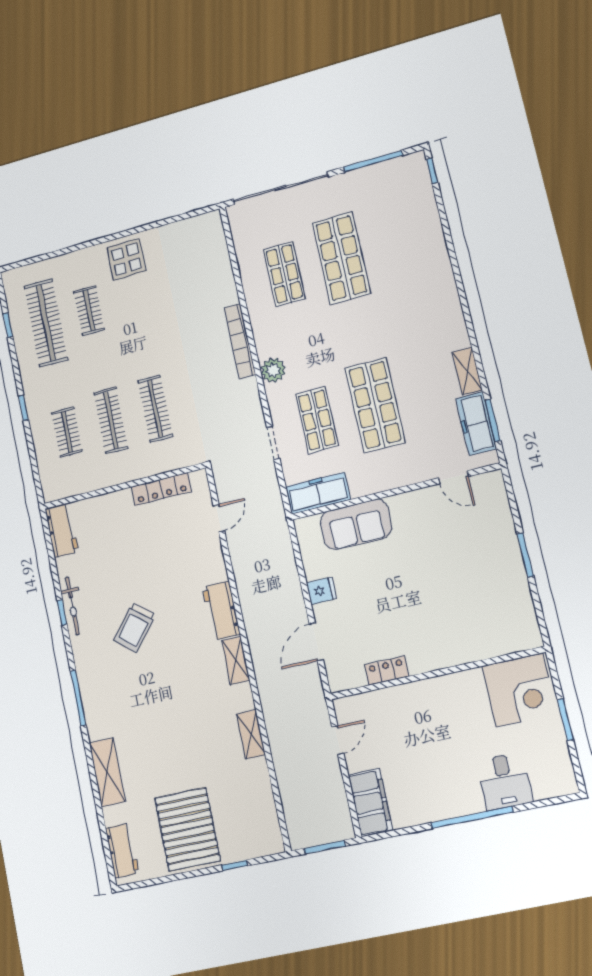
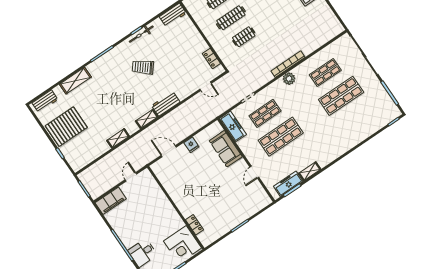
plant: (273, 370) -> (289, 79), moved
clothes rail: (155, 409) -> (244, 37), width x0.73
door: (453, 477) -> (254, 172), moved
locker: (161, 489) -> (211, 58), width x0.66
locker: (387, 671) -> (195, 225), moved
door: (338, 740) -> (131, 177), swing flipped

